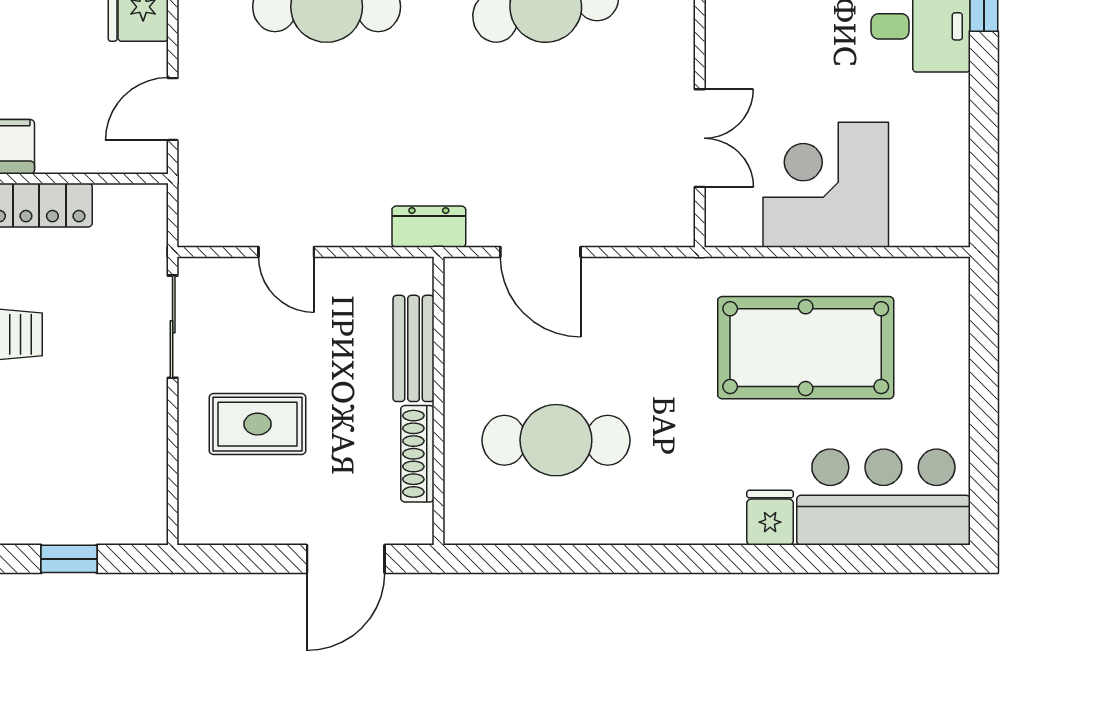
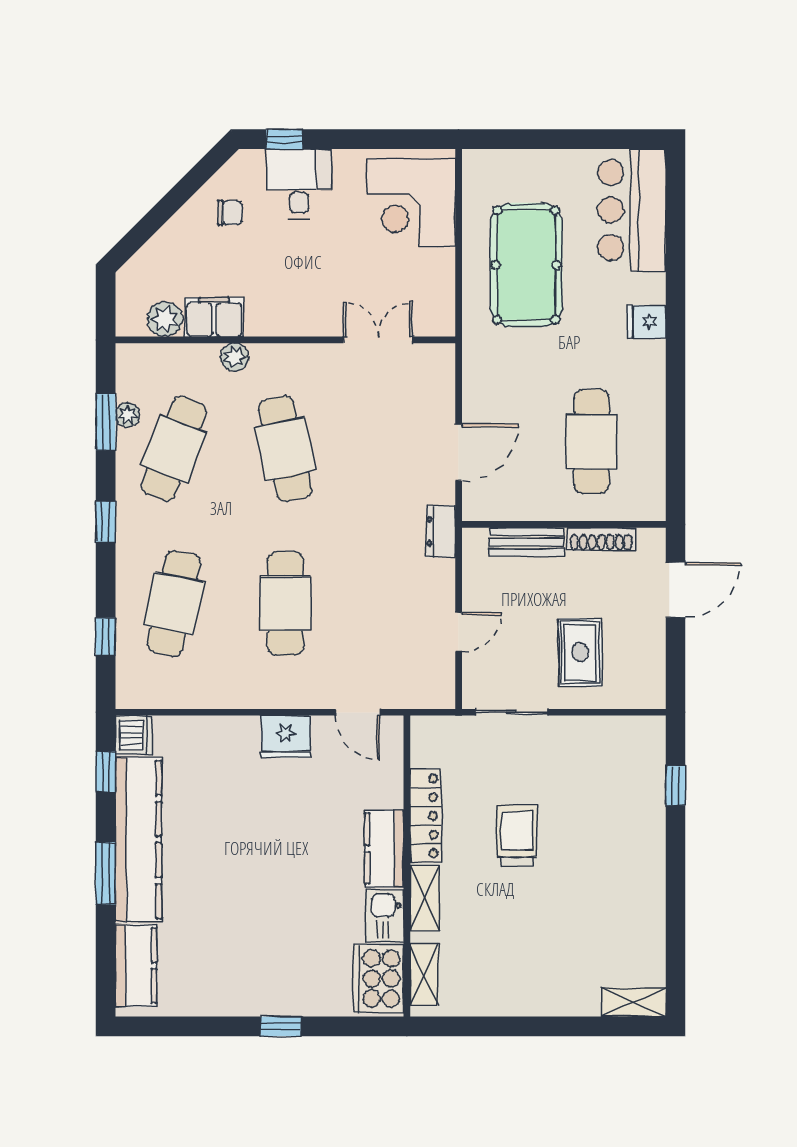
corner desk: (826, 185) -> (411, 203), moved
fridge: (770, 518) -> (646, 322), moved
door: (346, 559) -> (676, 590), hinge flipped

